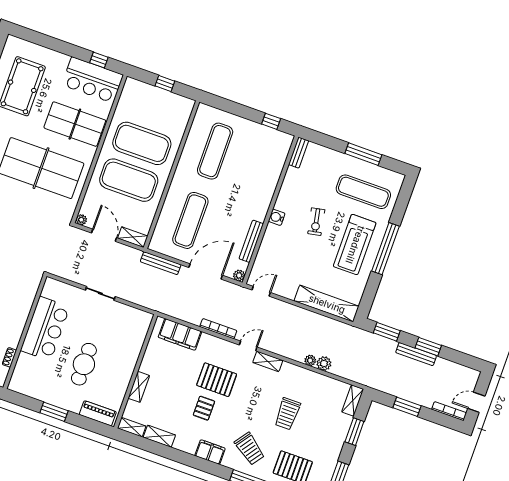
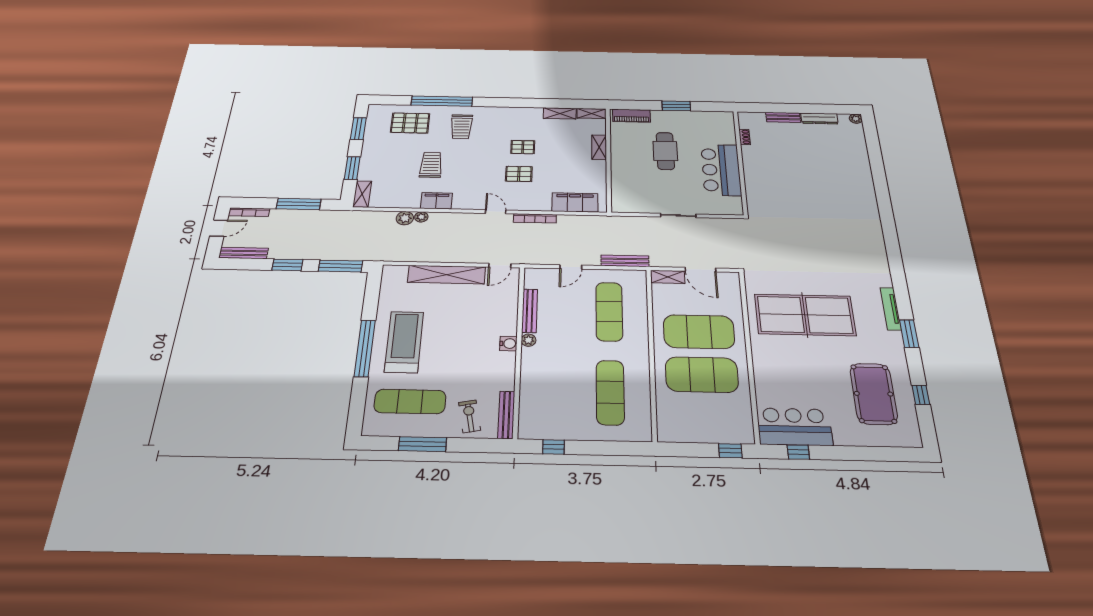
window: (165, 83) -> (730, 451), moved
table tennis table: (75, 124) -> (790, 372), removed
bench: (299, 153) -> (506, 415), width x1.36
plant: (81, 220) -> (733, 277), removed
exercise bike: (316, 222) -> (470, 416), moved
door: (206, 271) -> (571, 267), width x0.53
plant: (239, 275) -> (528, 340), moved
shelving: (327, 304) -> (447, 275), moved
window: (387, 332) -> (341, 266), width x1.44
door: (248, 346) -> (496, 212), swing flipped
bench: (416, 354) -> (243, 253), moved
shelving: (268, 361) -> (469, 204), removed
pallet: (217, 380) -> (519, 174), width x0.67, depth x0.71
window: (407, 407) -> (299, 204), width x1.44
pallet: (204, 408) -> (523, 147), turned 90
trolley: (250, 449) -> (461, 127), turned -126
filing cabinet: (210, 452) -> (436, 201), moved, turned 180

